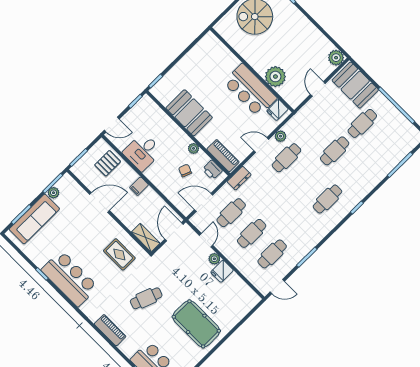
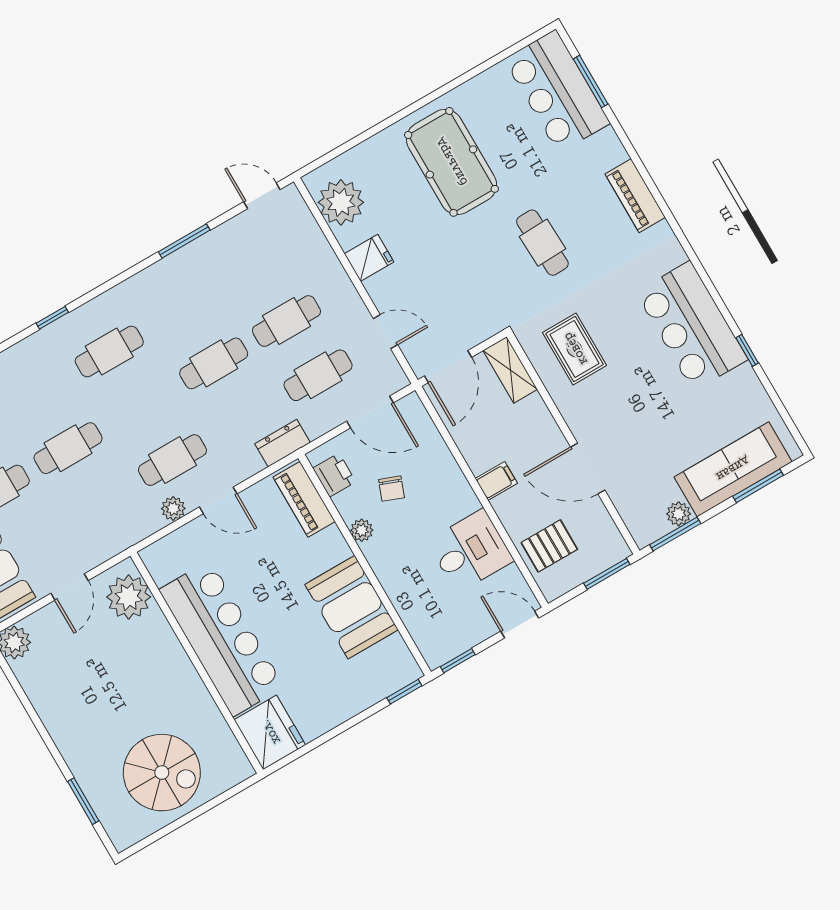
plant: (275, 77) -> (129, 597), moved
bar counter: (250, 90) -> (222, 638), width x1.36
fridge: (277, 110) -> (270, 732), moved, width x1.88, depth x1.34
door: (206, 240) -> (385, 332), swing flipped
cafe table: (272, 254) -> (214, 363), moved
plant: (214, 259) -> (341, 202), moved, width x1.87, depth x1.87
cafe table: (146, 298) -> (542, 243), turned 68

